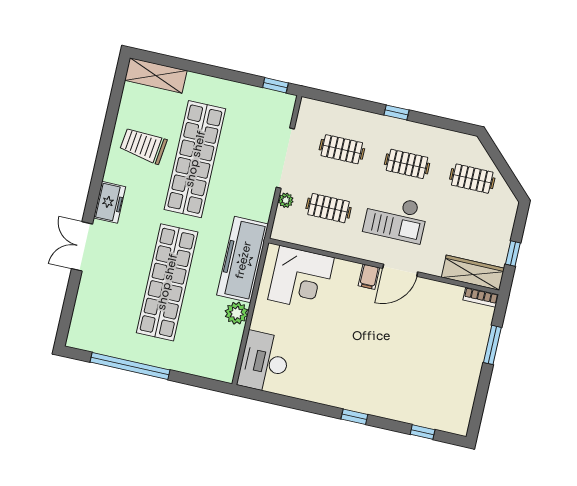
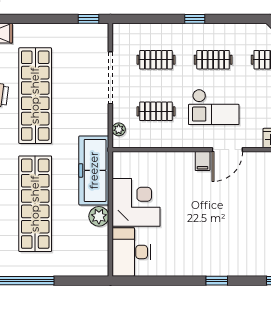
plant: (286, 200) -> (119, 129), moved
corner desk: (301, 279) -> (136, 202), moved, turned -90

